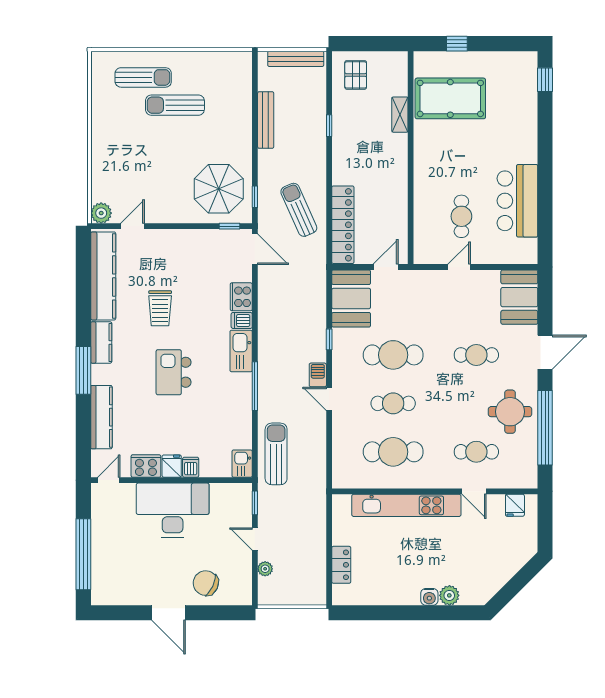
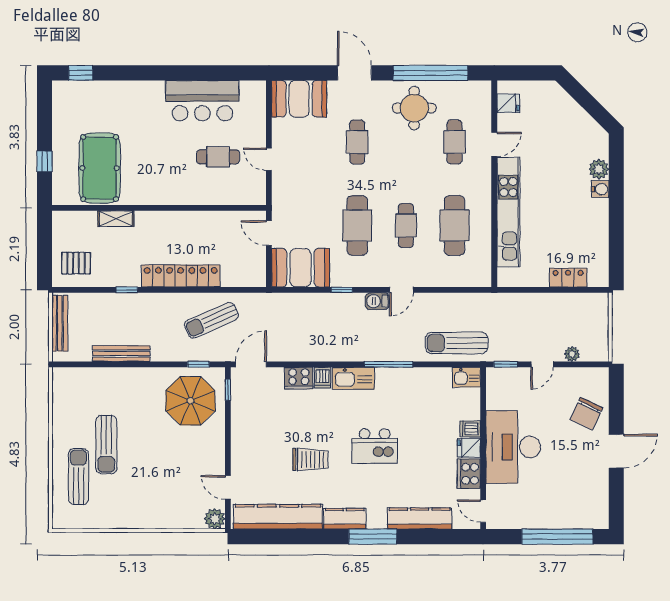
locker: (343, 225) -> (181, 276), moved

